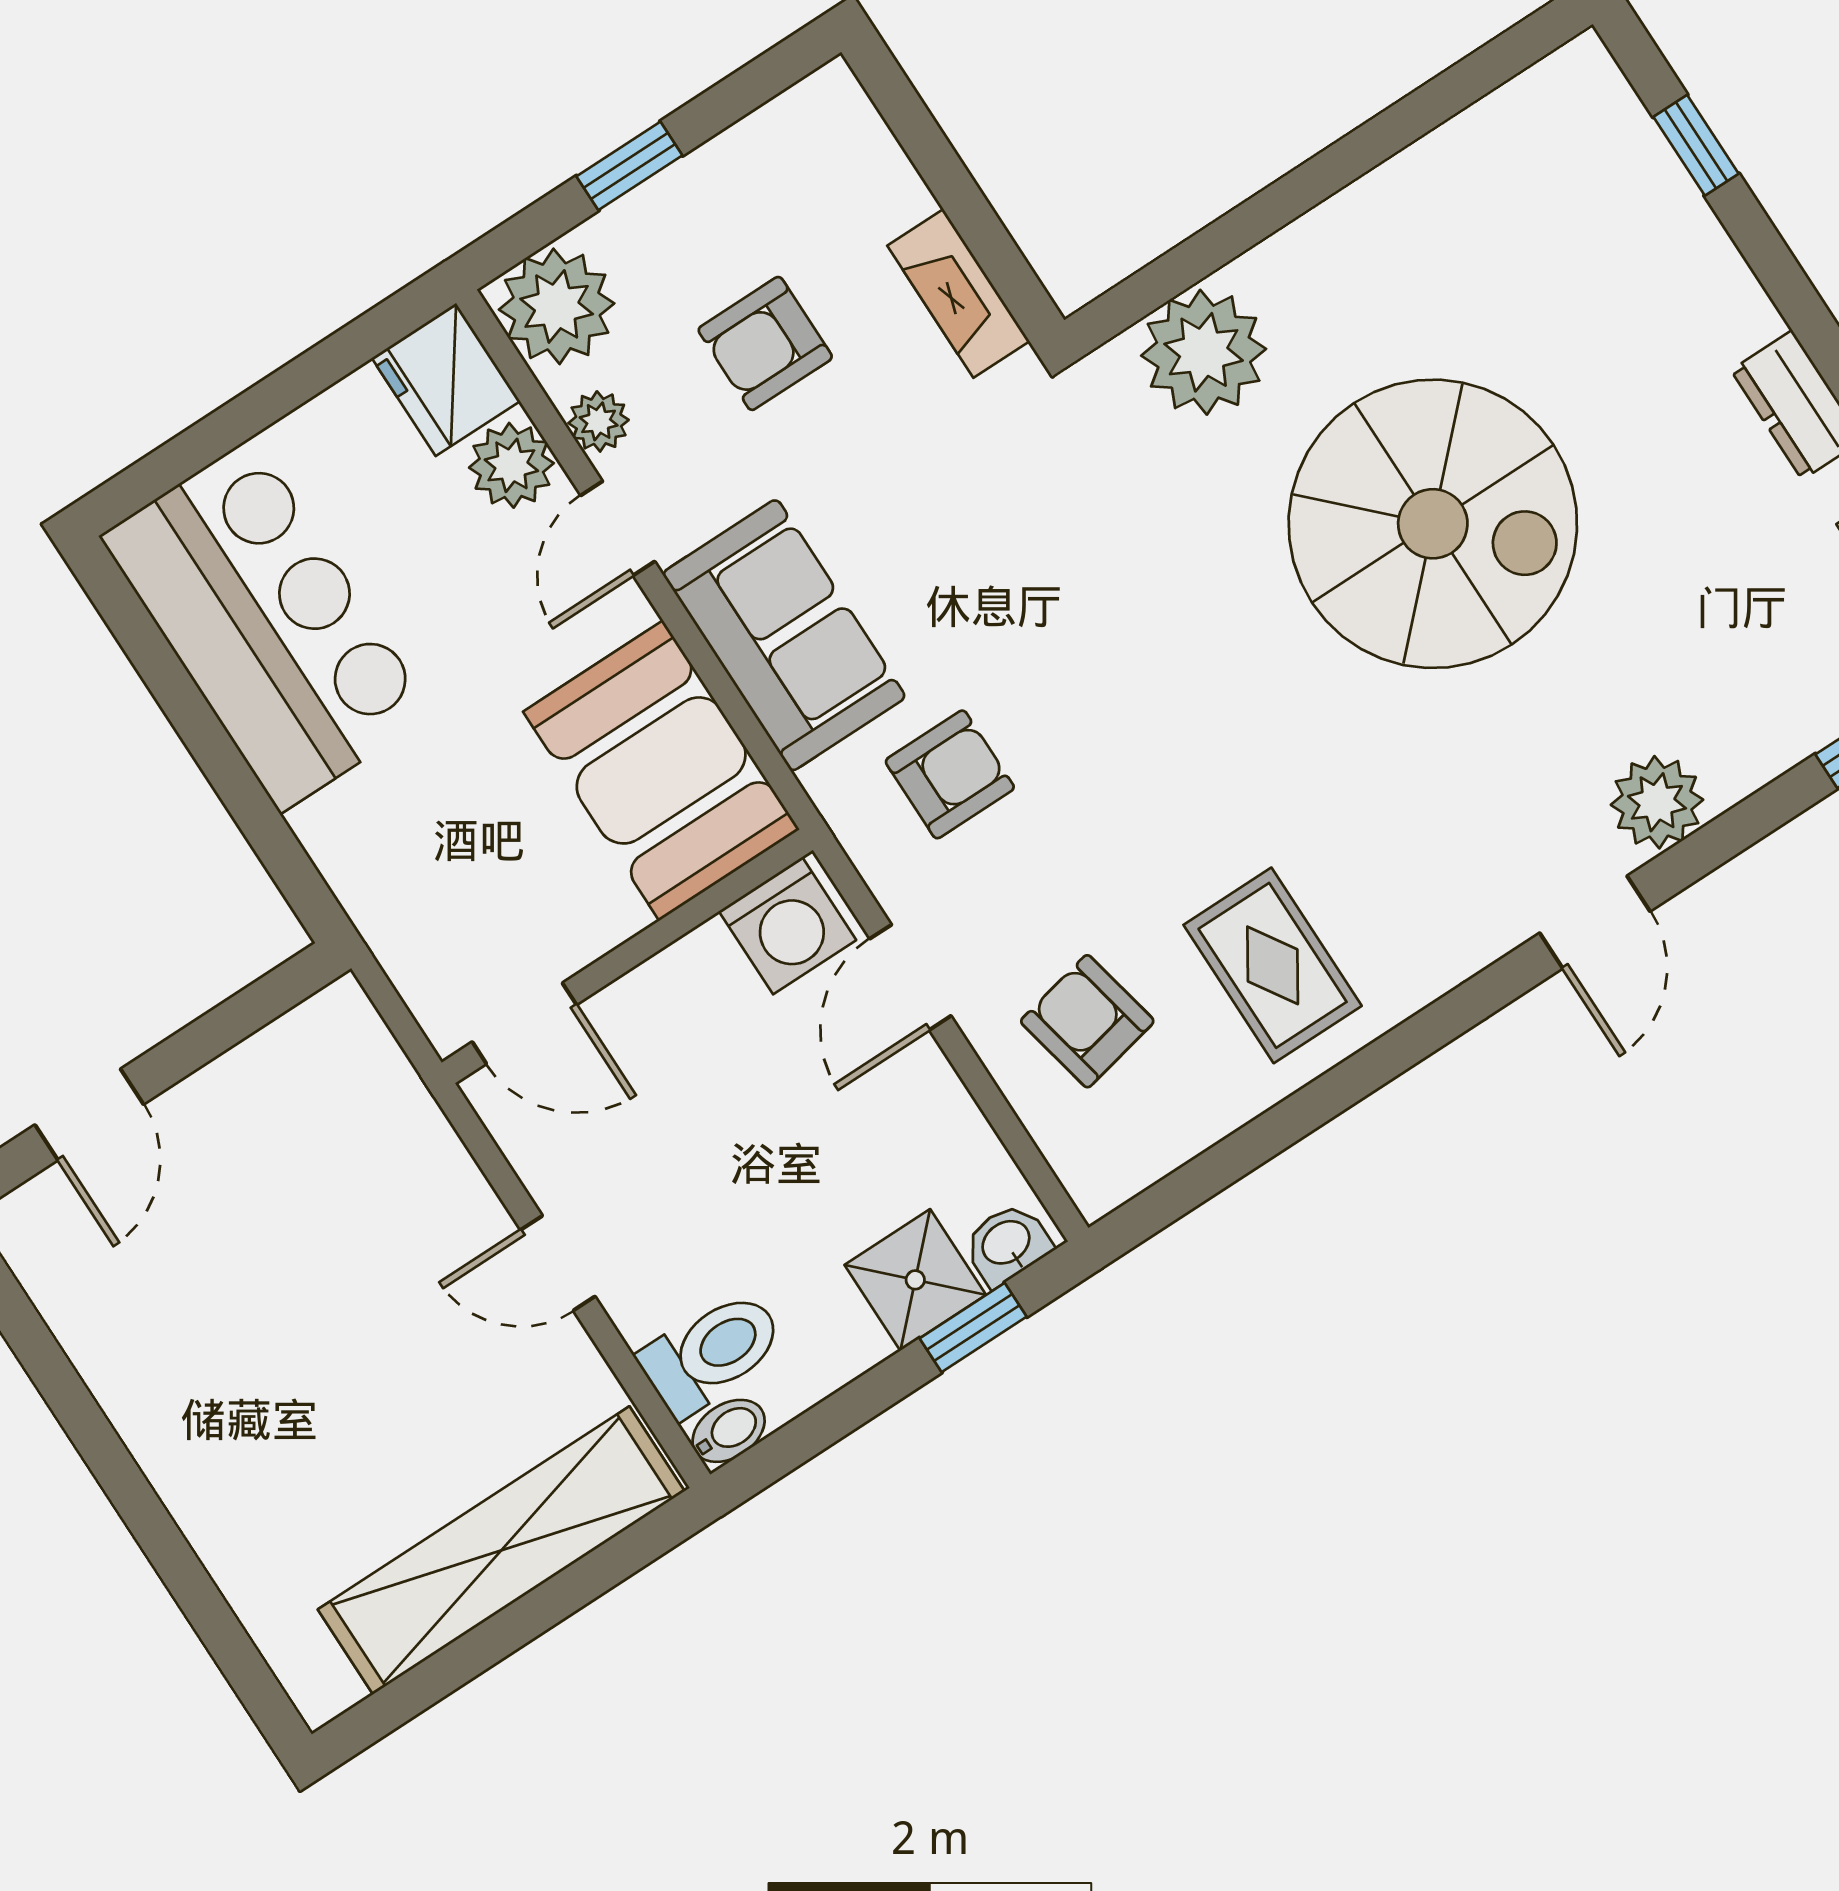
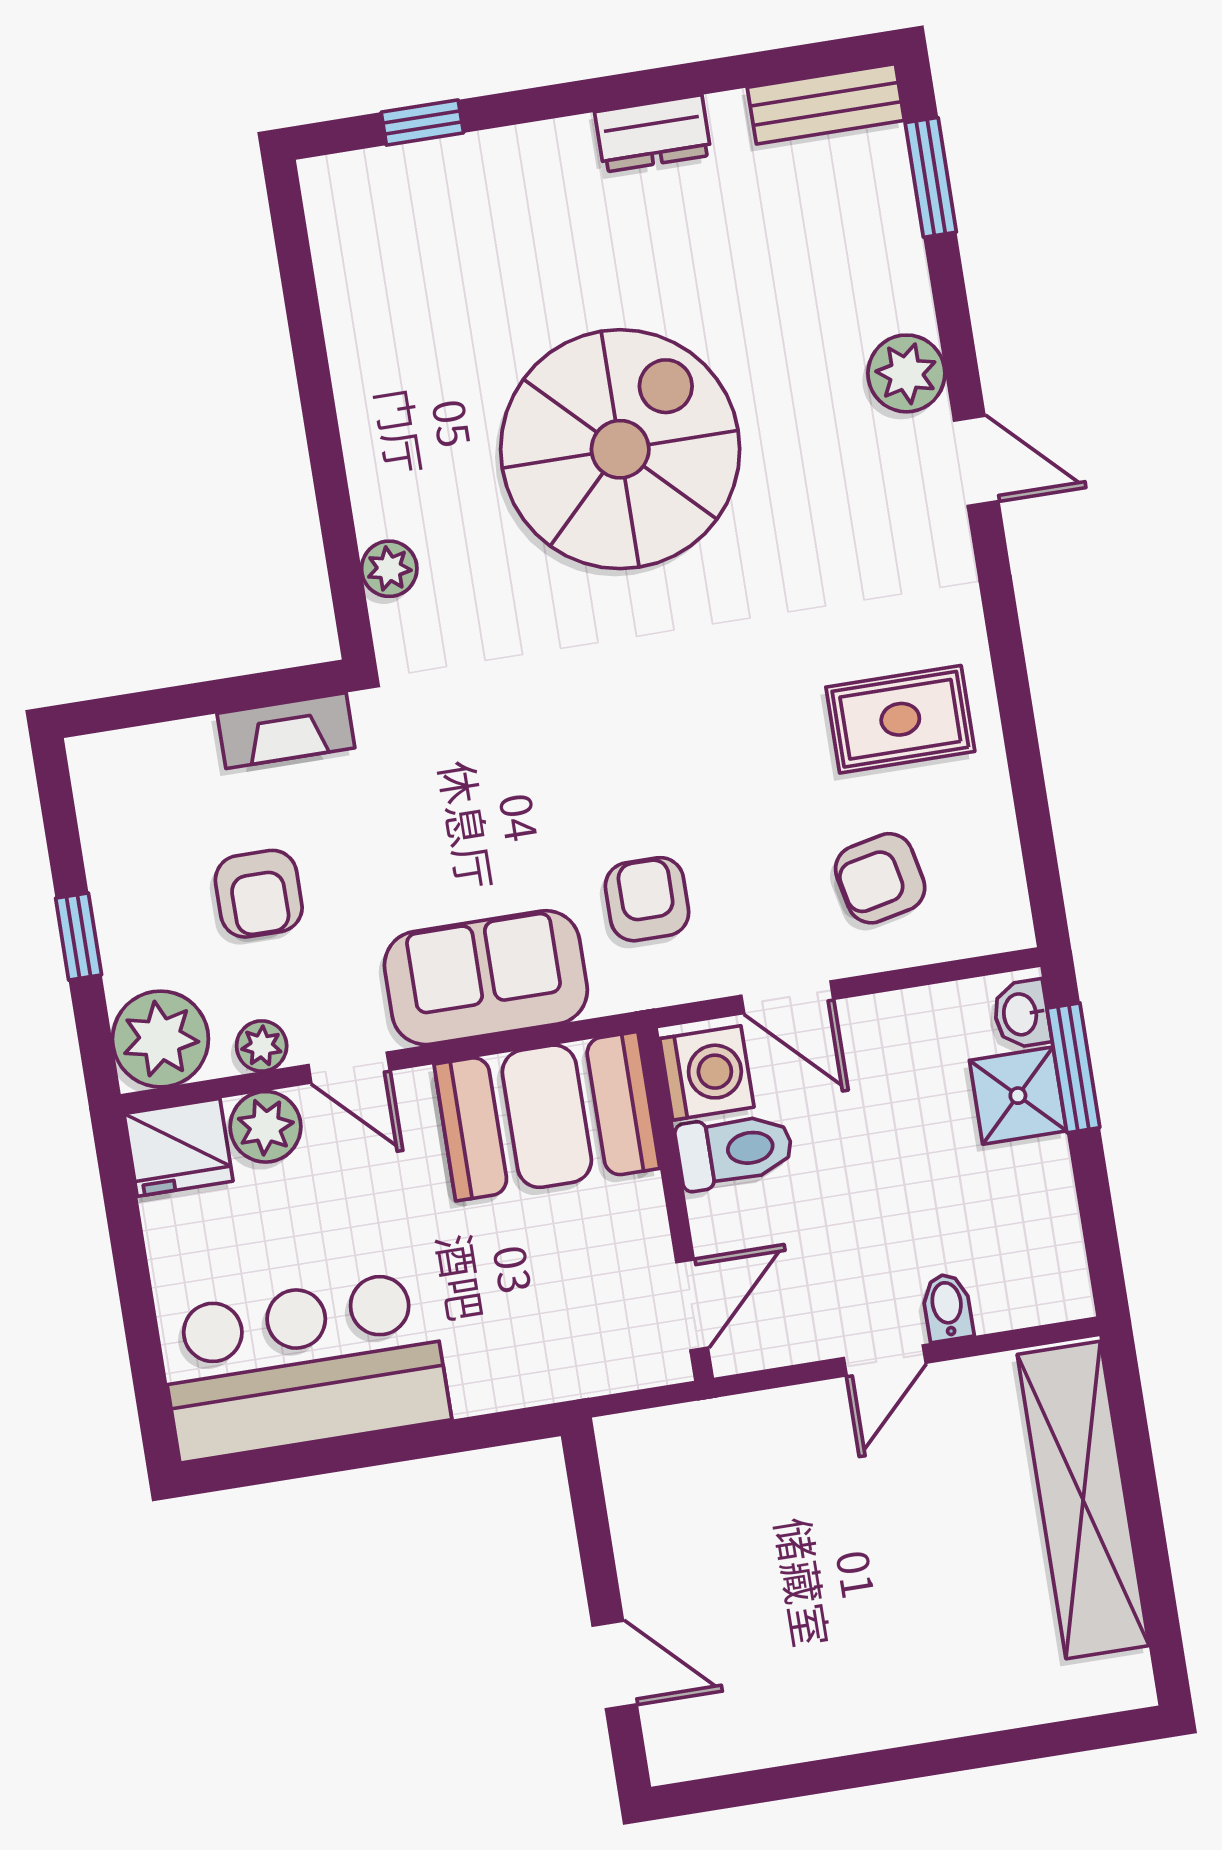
plant: (1204, 352) -> (389, 569), width x0.53, depth x0.53
window: (973, 1327) -> (1073, 1068), width x1.50
toilet: (712, 1353) -> (735, 1150), moved, turned 90
bidet: (729, 1431) -> (947, 1307), moved

